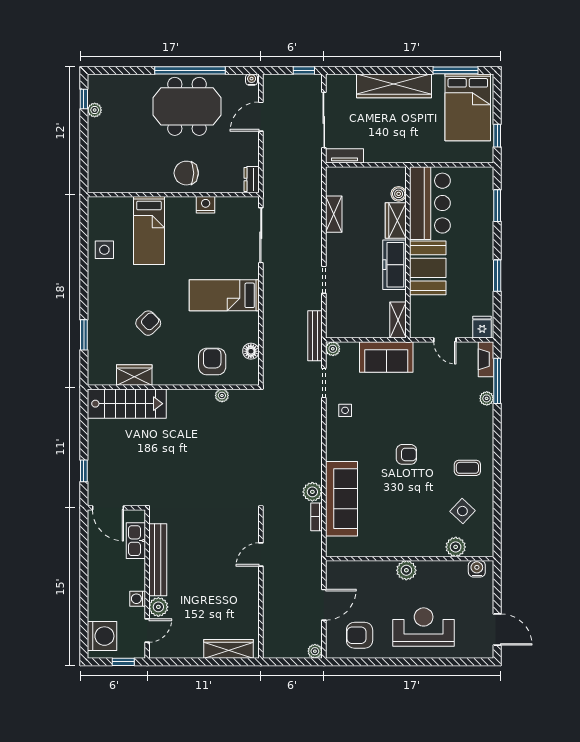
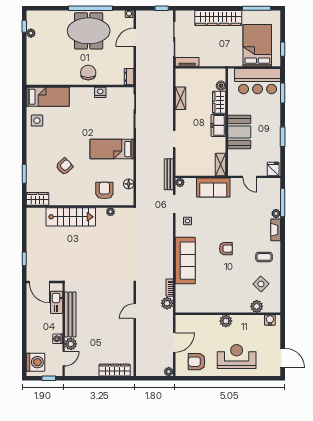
bed: (468, 107) -> (257, 45), moved, turned 180
chair: (186, 173) -> (88, 73), turned 90
bar counter: (430, 203) -> (258, 81), moved, turned 90
bed: (149, 230) -> (48, 97), moved, turned -90
freezer: (395, 265) -> (218, 125), width x0.71
fireplace: (486, 359) -> (276, 230), moved
wardrobe: (134, 375) -> (38, 199), moved
stairs: (127, 404) -> (71, 217), moved
plant: (312, 492) -> (167, 303), moved
sofa: (341, 499) -> (185, 261), moved

